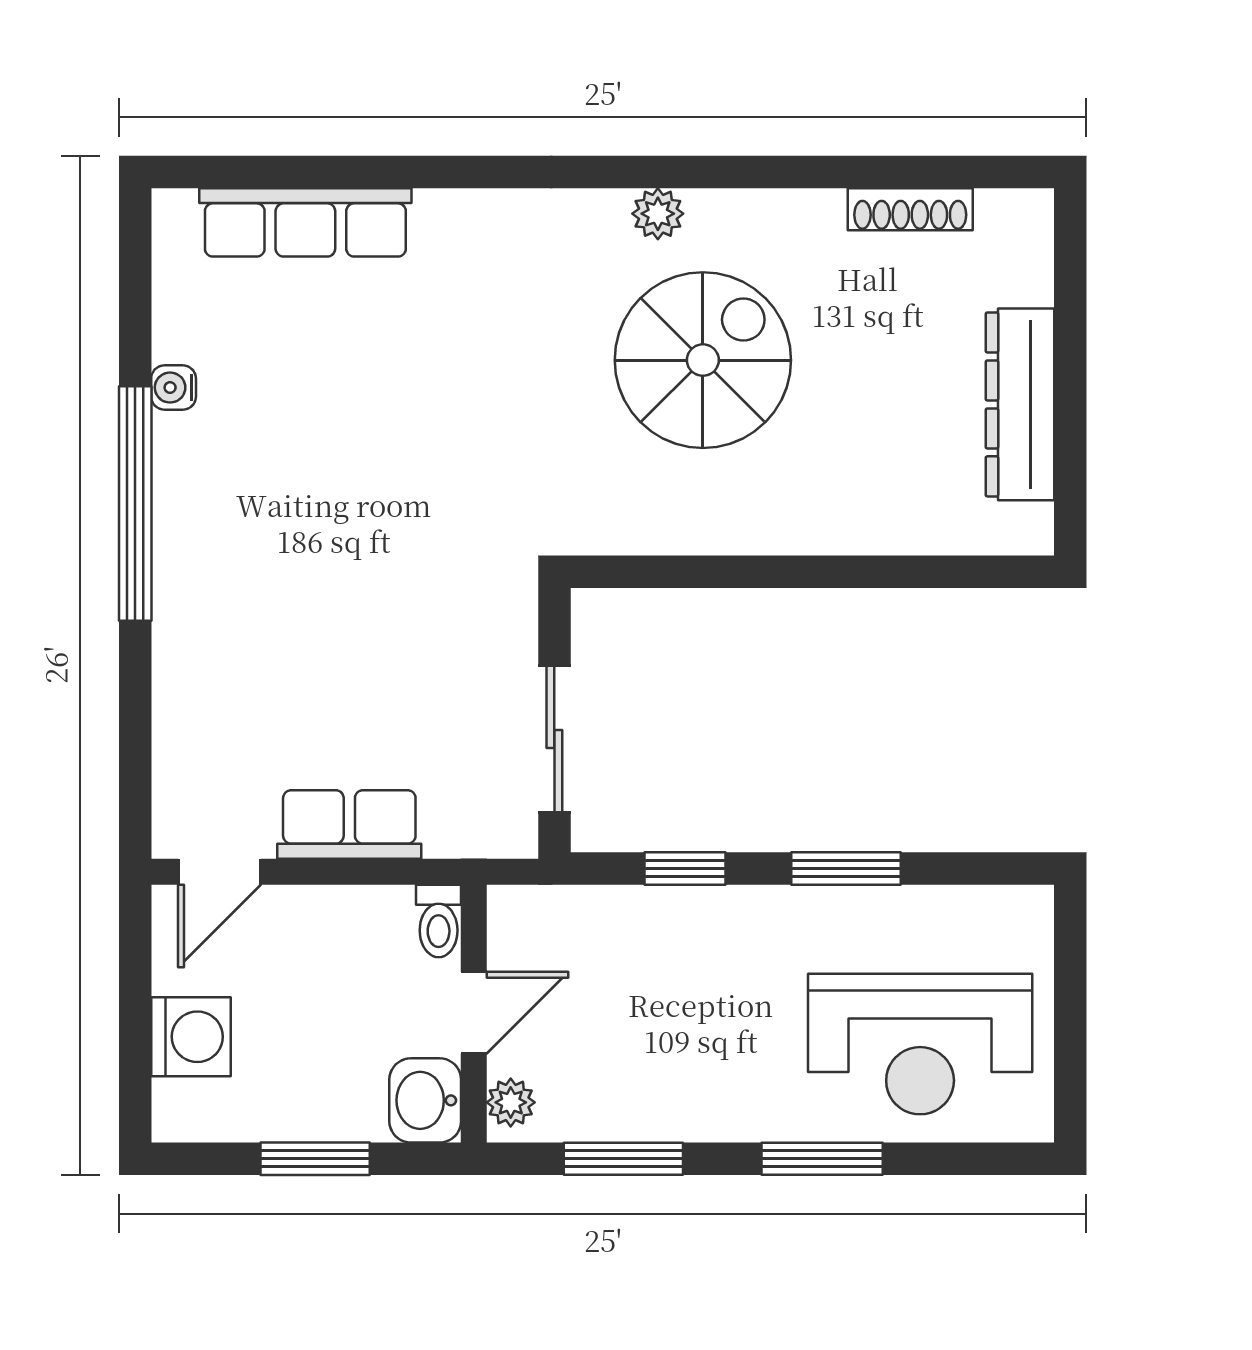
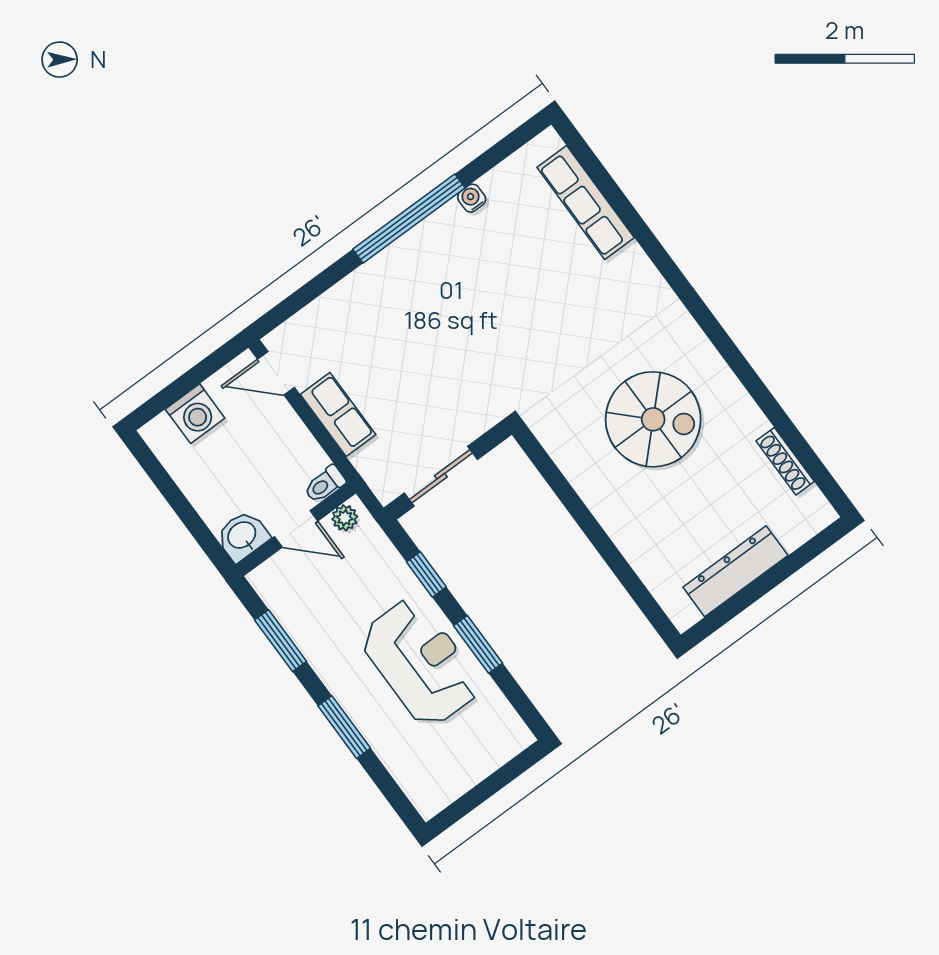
plant: (658, 214) -> (702, 353), removed
reception desk: (920, 1044) -> (420, 662), moved, turned 180
plant: (511, 1102) -> (345, 518), moved
window: (315, 1159) -> (182, 507), removed

